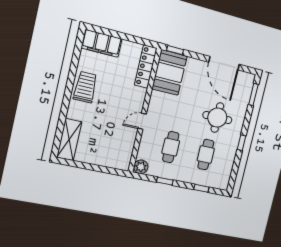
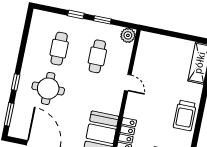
door: (142, 121) -> (128, 83), hinge flipped
window: (242, 143) -> (16, 82), moved
window: (201, 188) -> (76, 15), moved

